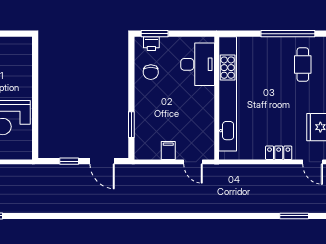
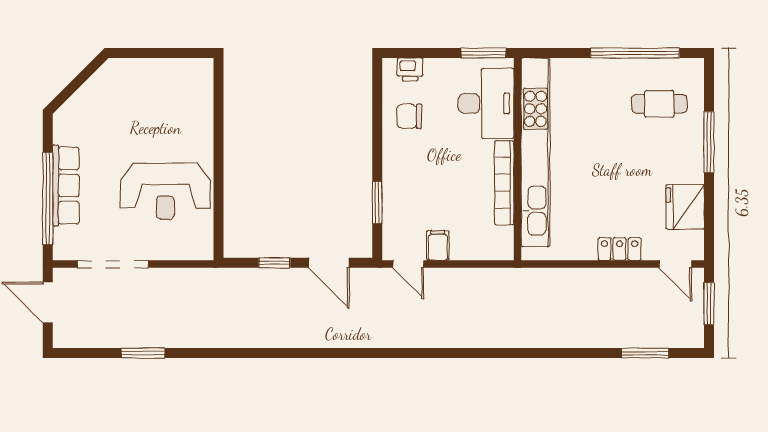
window: (155, 34) -> (484, 53), moved
cafe table: (303, 65) -> (659, 104), turned 90
chair: (151, 72) -> (409, 116), turned 90
bookcase: (209, 113) -> (504, 183), added
door: (193, 162) -> (408, 264), moved

